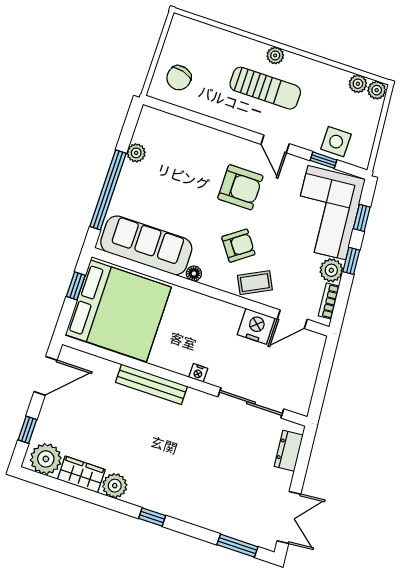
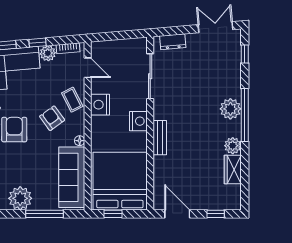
plant: (136, 153) -> (20, 198), width x1.88, depth x1.88
window: (108, 190) -> (44, 214), width x0.68
nightstand: (256, 326) -> (100, 105), moved
nightstand: (198, 373) -> (138, 121), width x1.89, depth x1.79
bench: (152, 384) -> (160, 138), width x0.73
plant: (46, 459) -> (230, 109), moved
window: (152, 517) -> (245, 115), width x3.17
window: (237, 546) -> (245, 54), width x0.67

